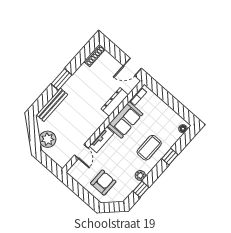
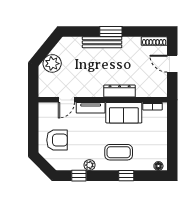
door: (132, 67) -> (172, 64), moved
dresser: (115, 102) -> (120, 91), moved
bench: (52, 105) -> (102, 42), moved

